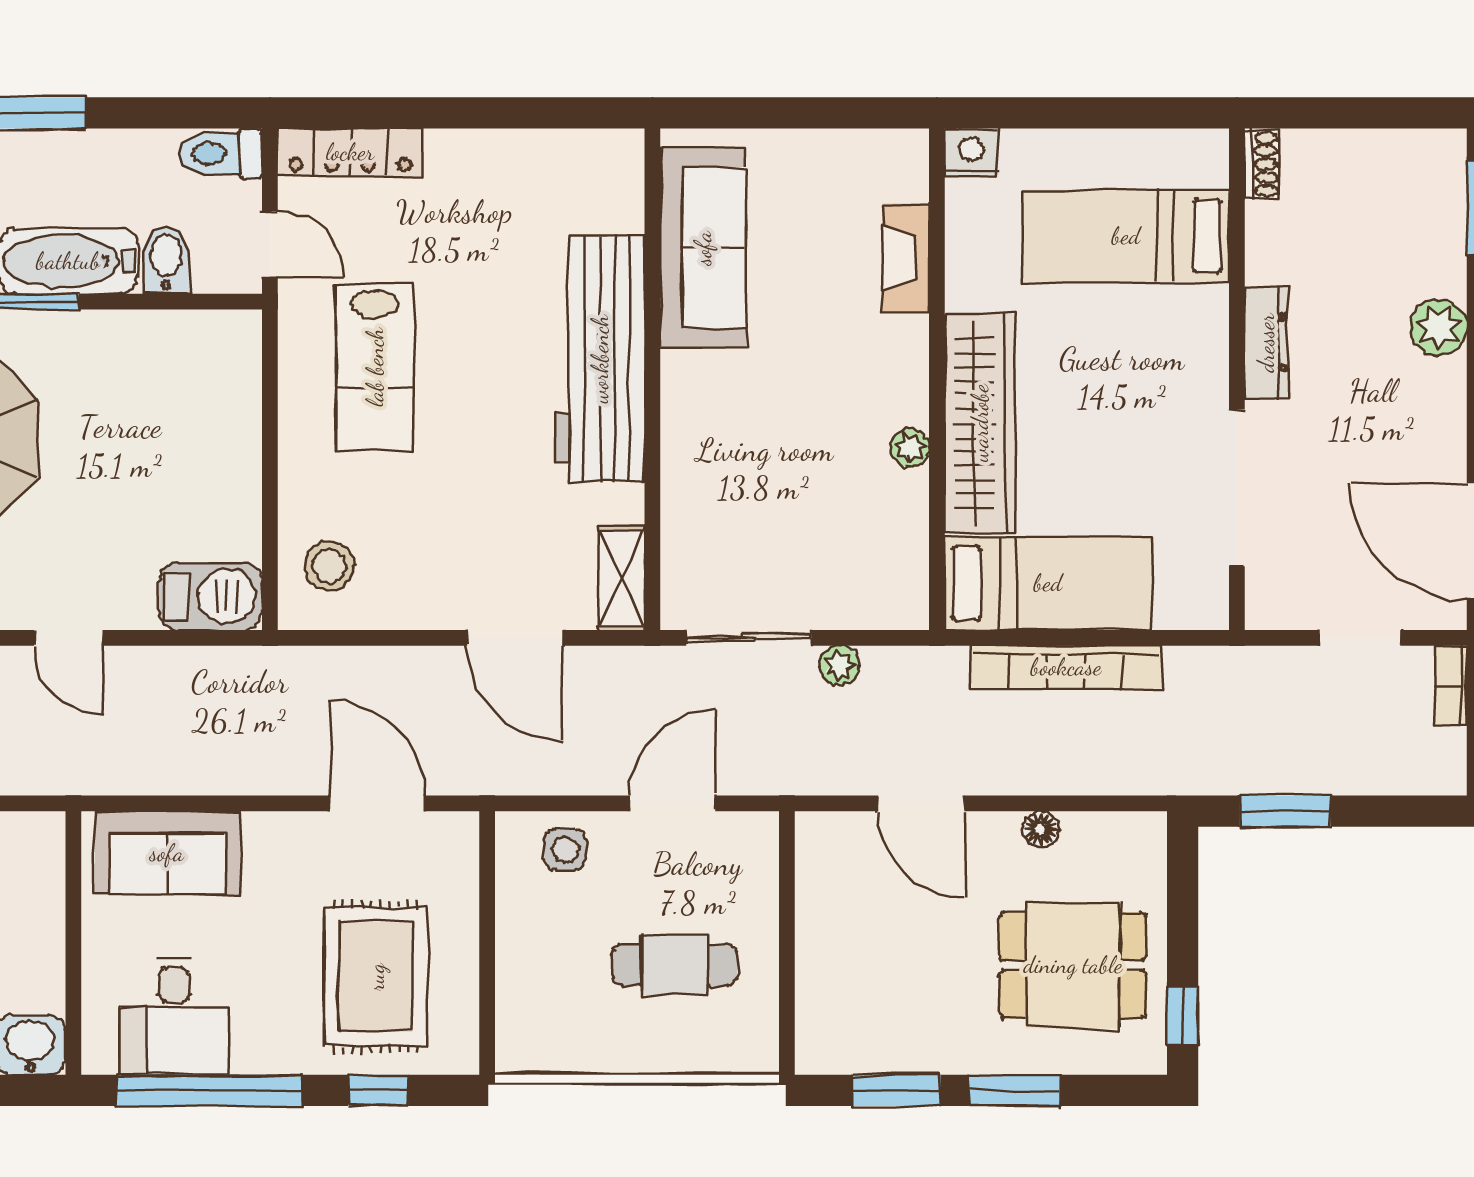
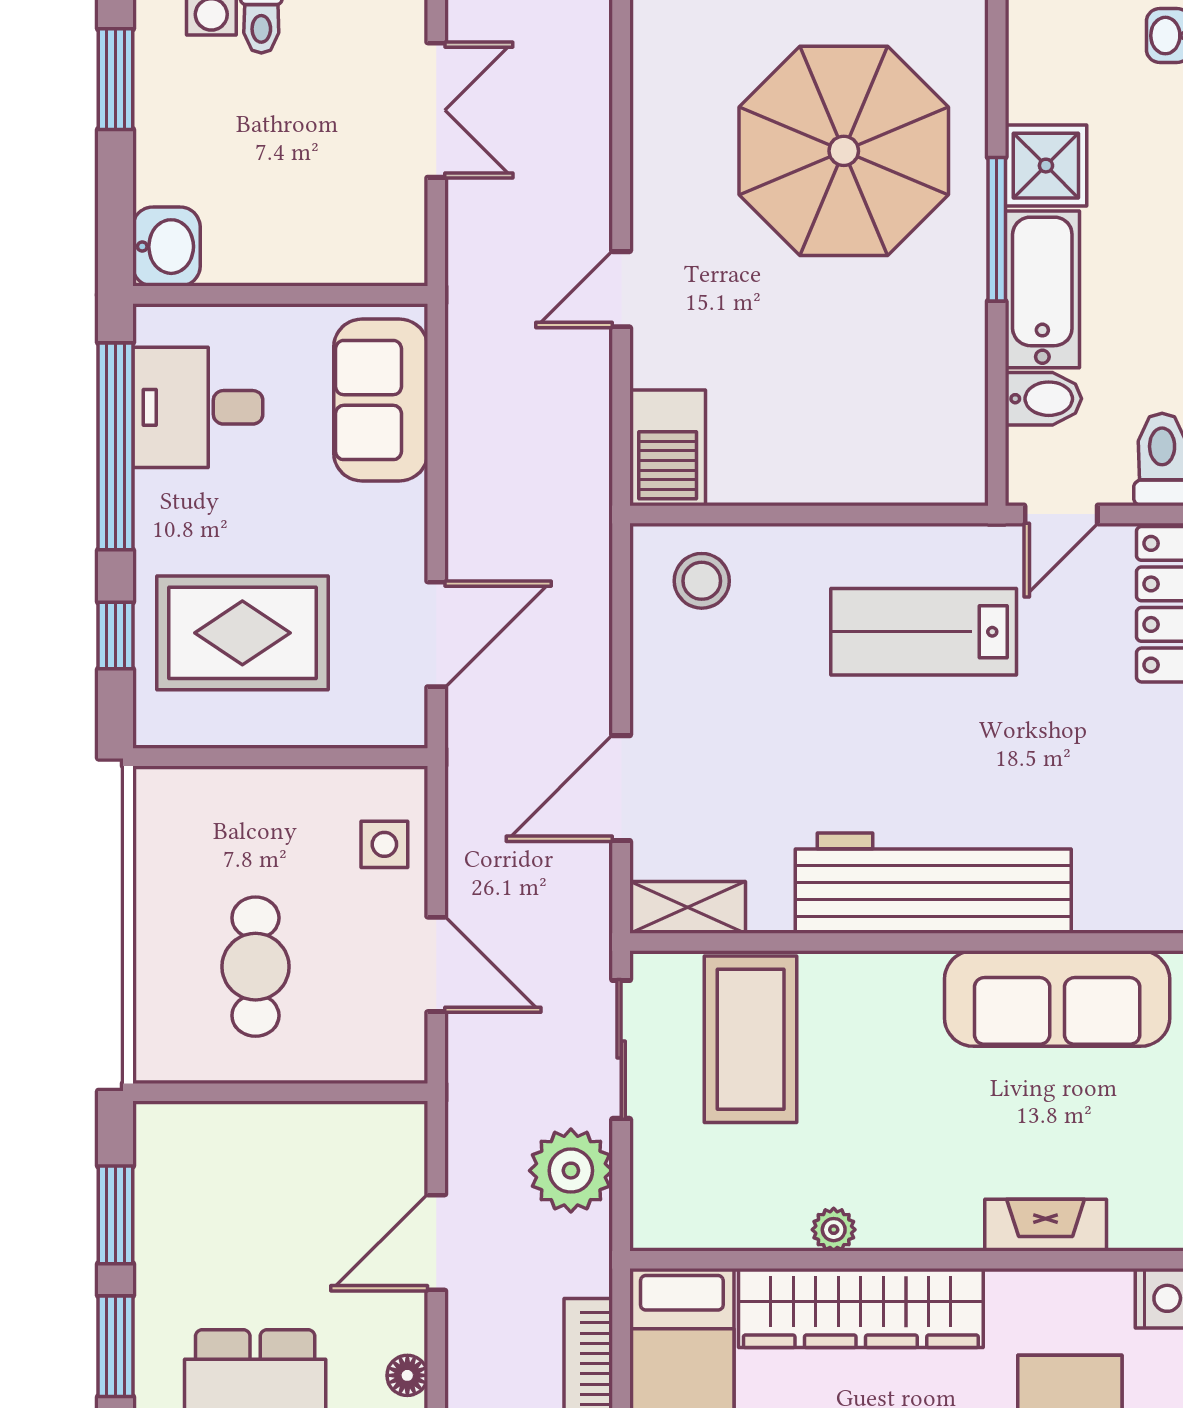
coffee table: (740, 522) -> (751, 1039), added
plant: (840, 665) -> (571, 1171), width x1.88, depth x1.88

